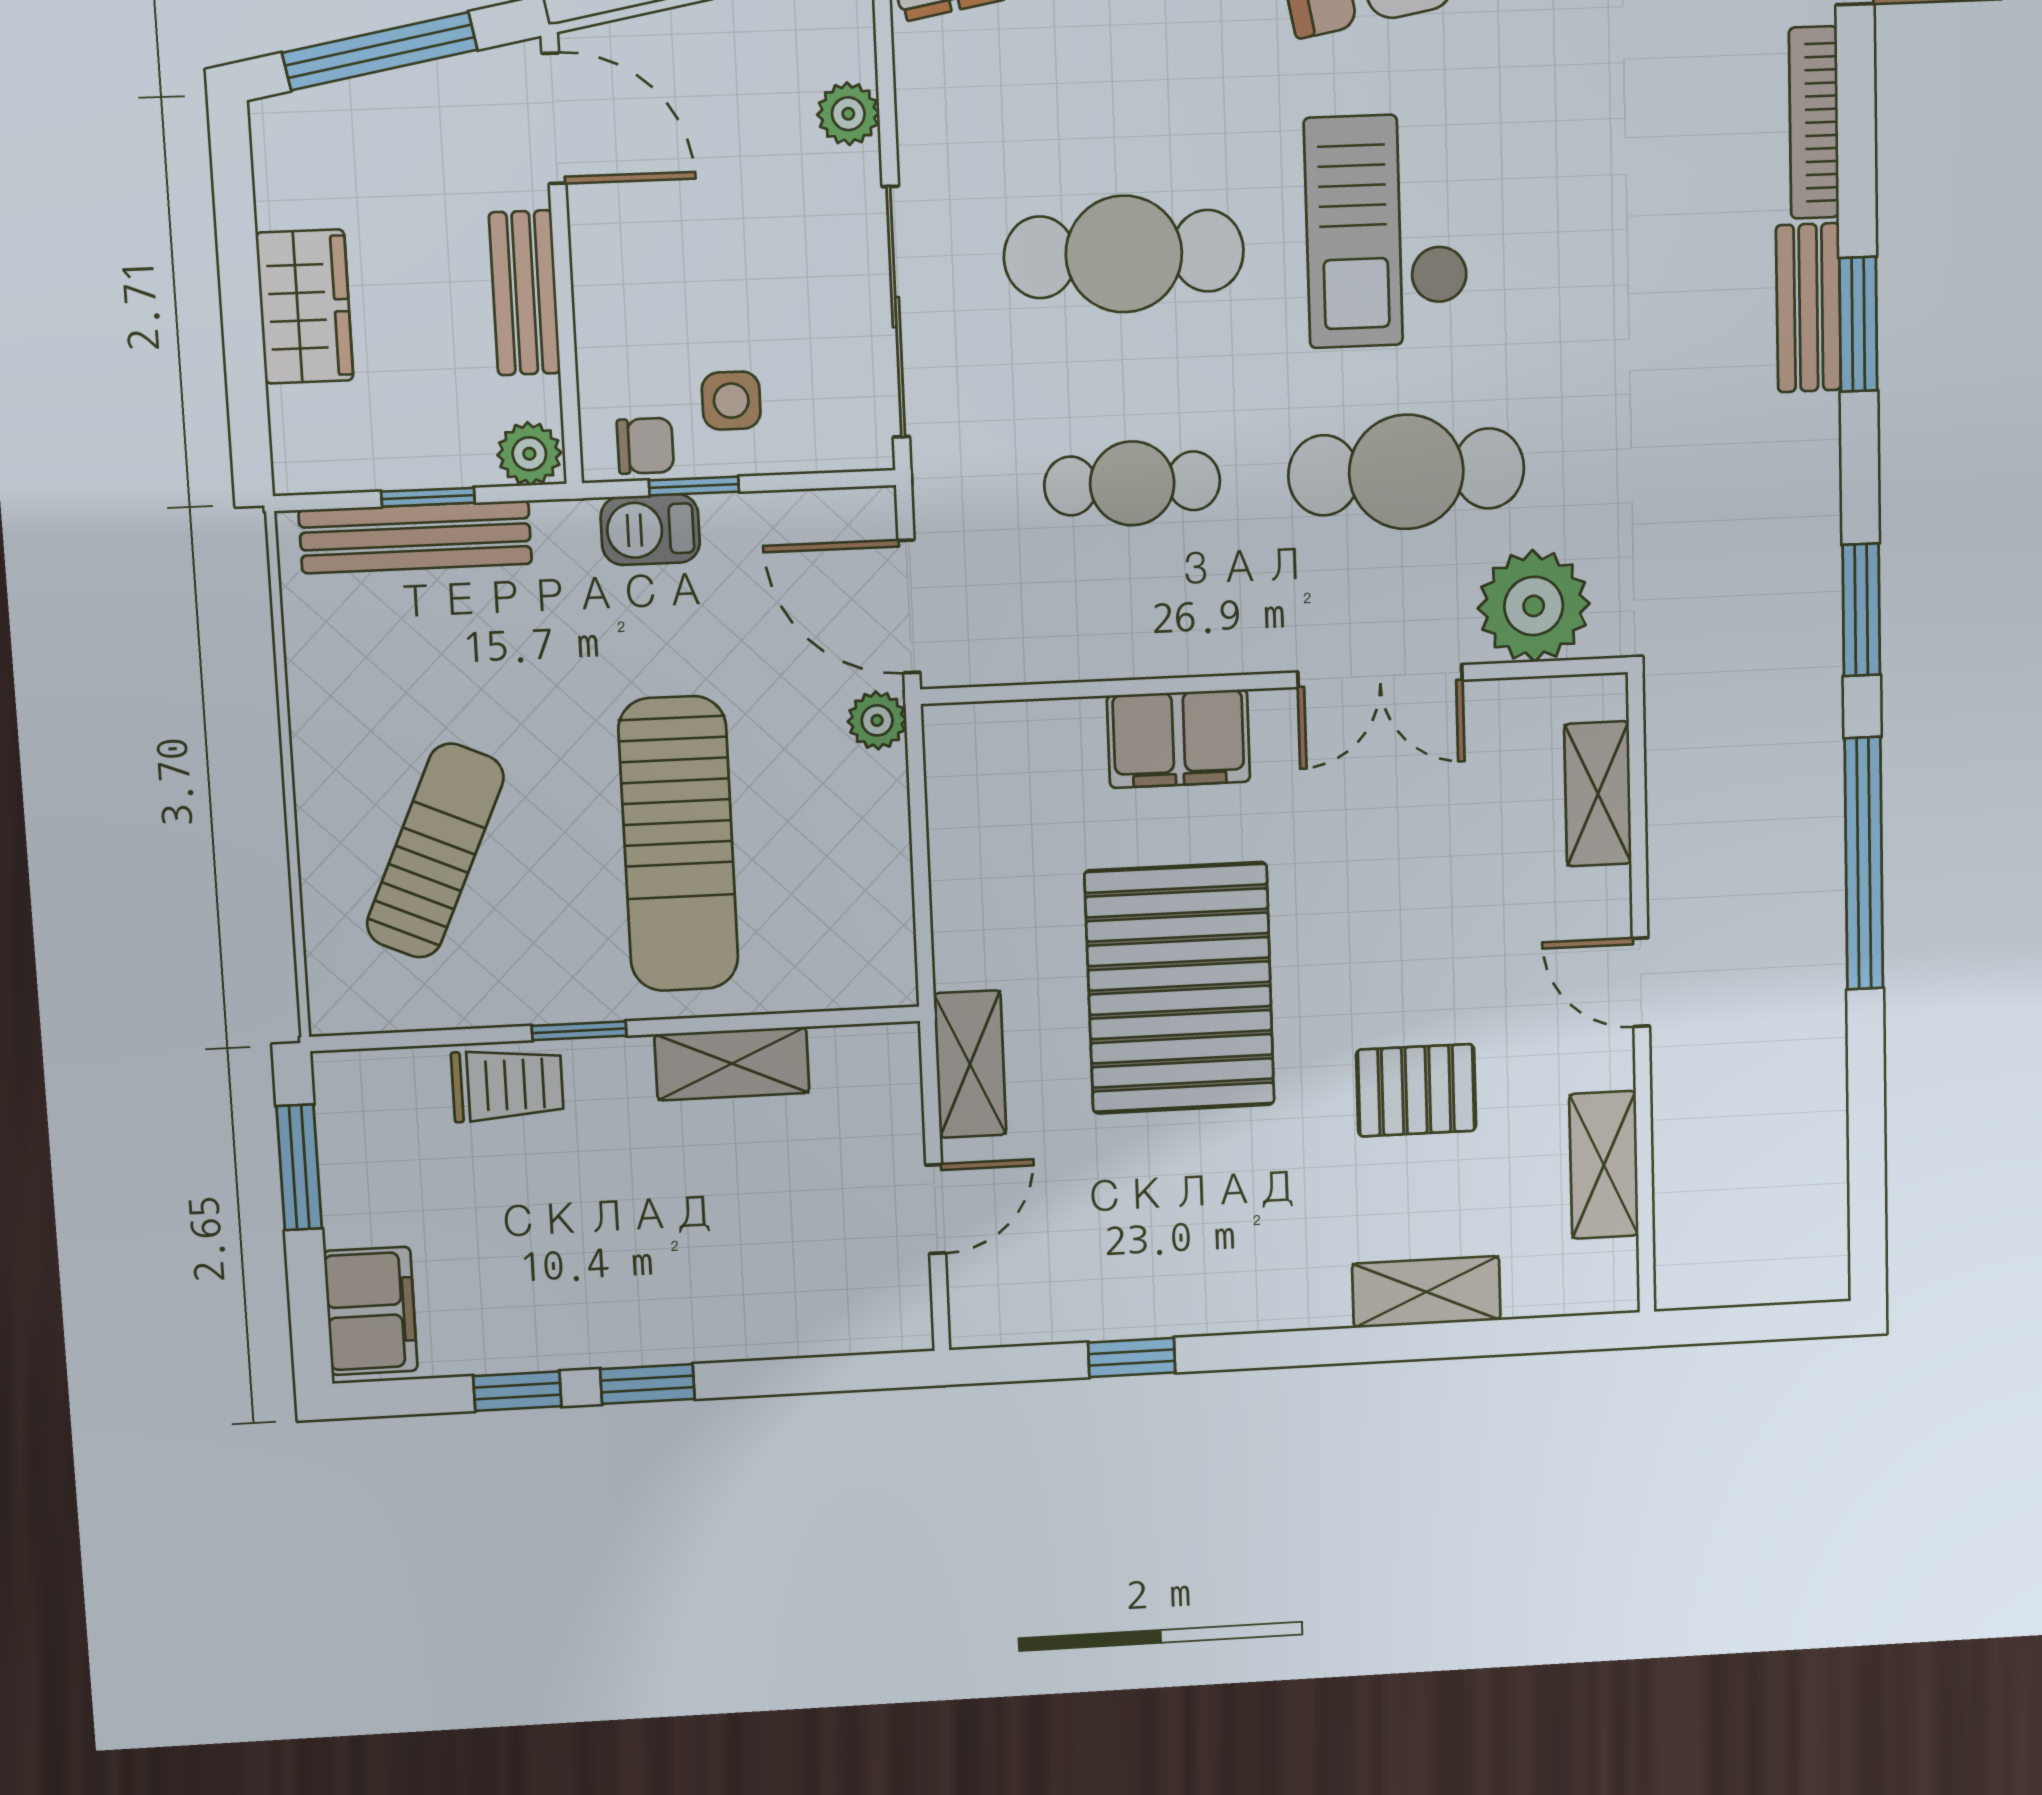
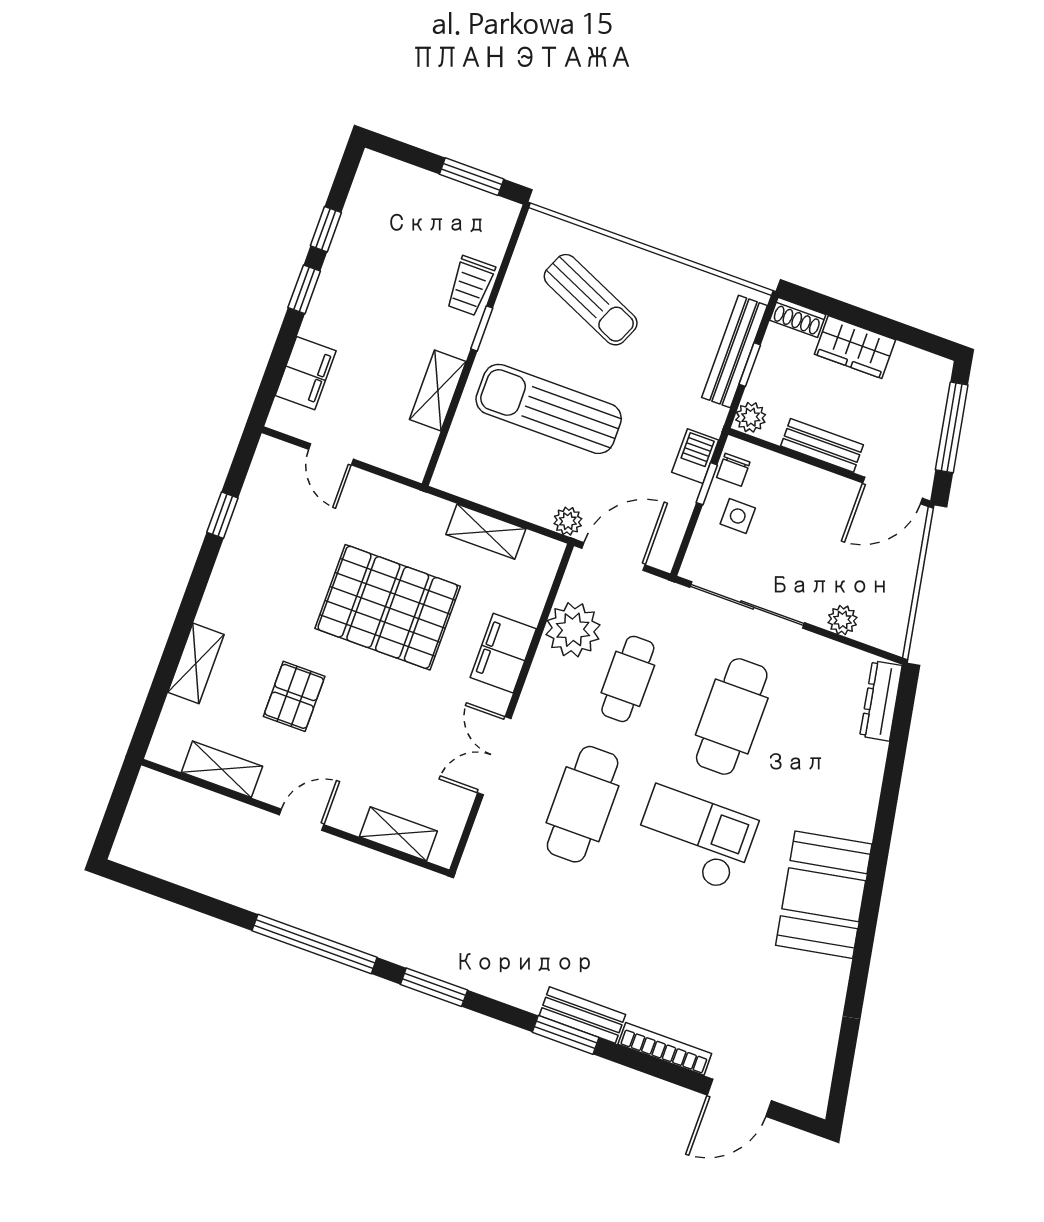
shoe rack: (296, 442) -> (798, 317), added
plant: (1534, 606) -> (573, 630), moved
shelving: (970, 1064) -> (486, 532), moved
filing cabinet: (371, 1311) -> (306, 373), moved, turned -90

